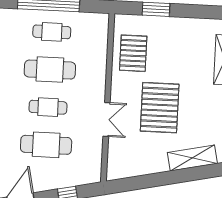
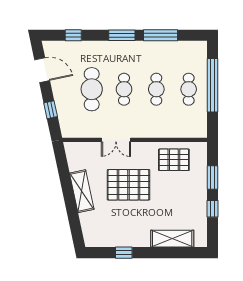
window: (192, 11) -> (212, 209), added
cafe table: (50, 70) -> (156, 89), width x0.73, depth x0.74
shelving: (192, 158) -> (82, 191), moved

